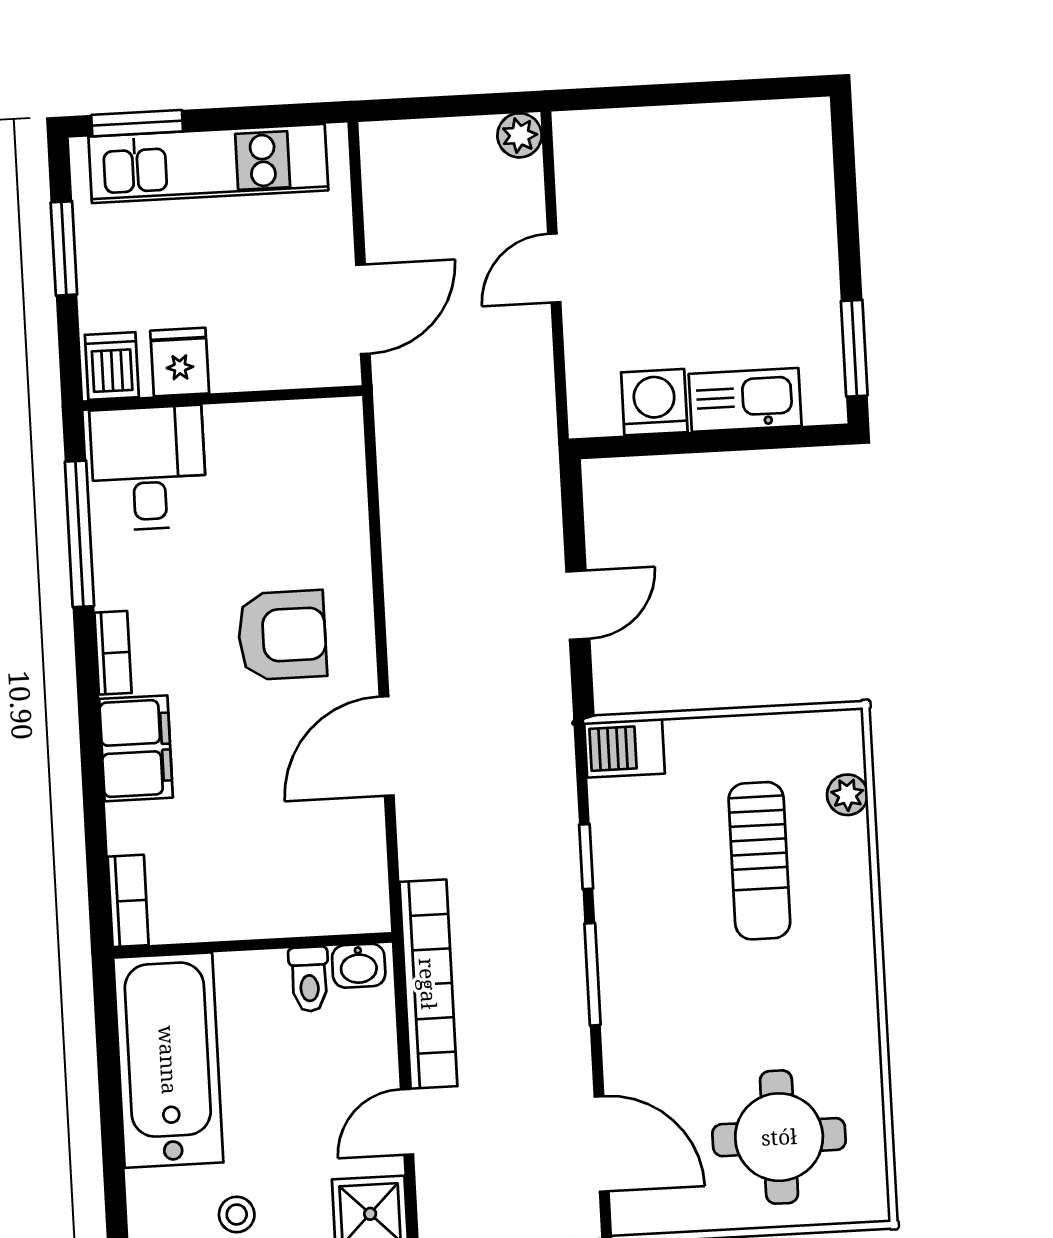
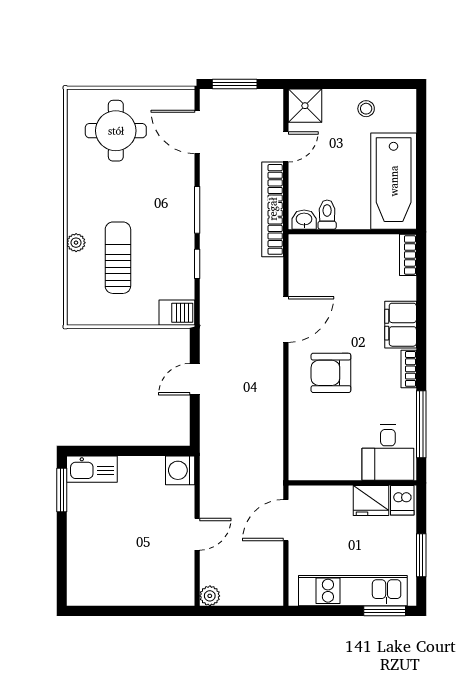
fridge: (180, 362) -> (371, 500), width x1.38
kitchen sink: (745, 400) -> (92, 469), moved
washing machine: (654, 402) -> (180, 470), moved, turned 90
plant: (847, 795) -> (76, 243), moved

